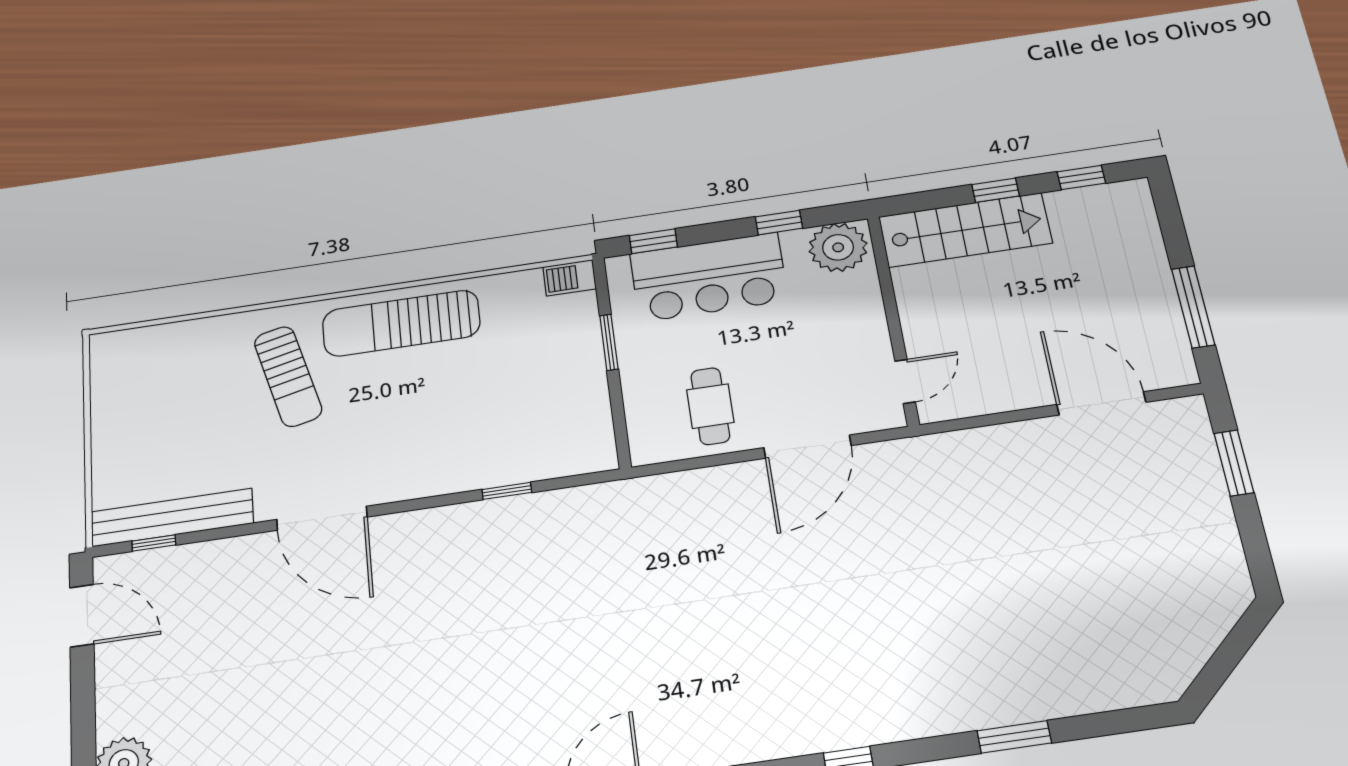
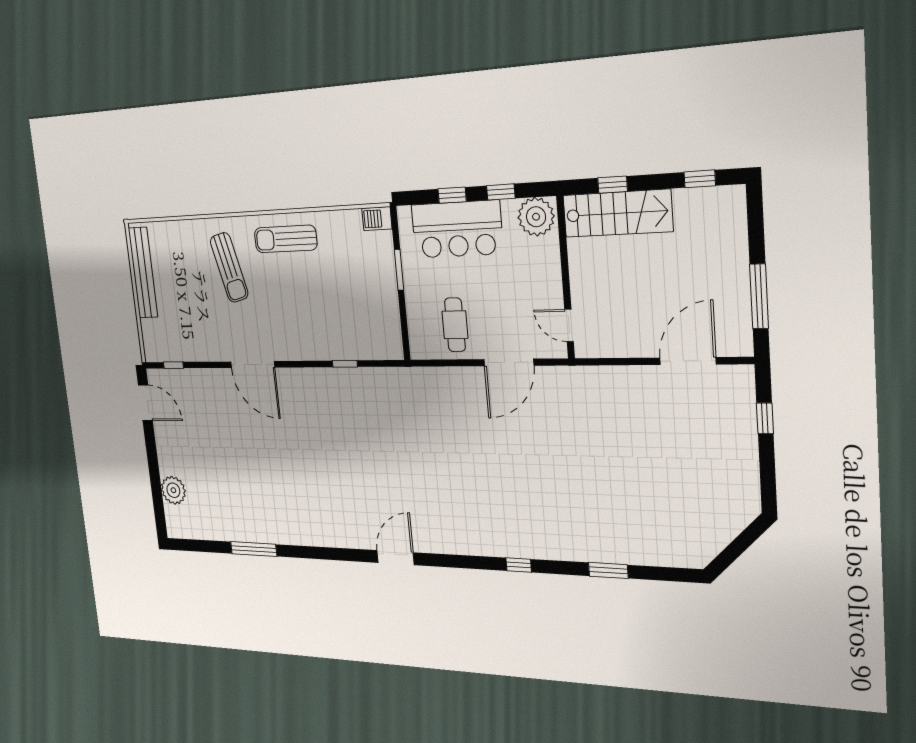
window: (995, 190) -> (613, 185), moved
window: (653, 241) -> (452, 195), moved
sun lounger: (401, 323) -> (286, 239), width x0.73, depth x0.75
door: (905, 381) -> (569, 325), swing flipped
door: (1101, 403) -> (688, 361), hinge flipped
window: (1234, 463) -> (765, 418), width x0.67
bench: (172, 518) -> (143, 273), moved, turned 90

